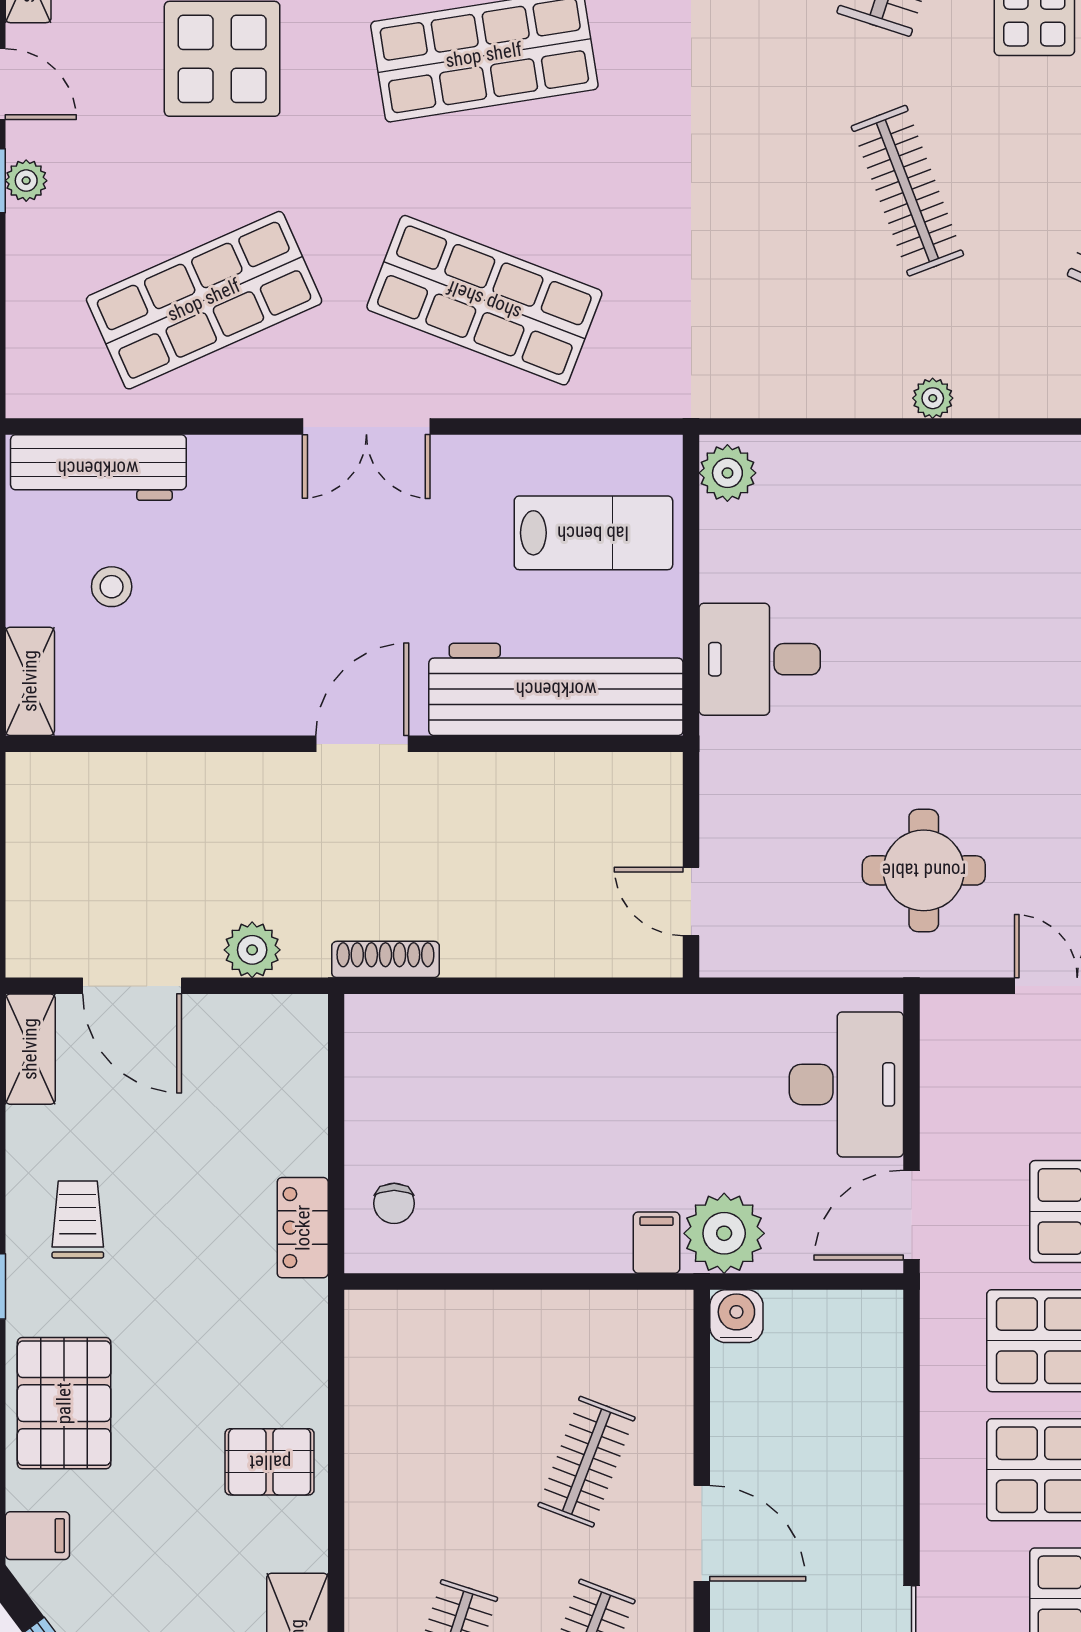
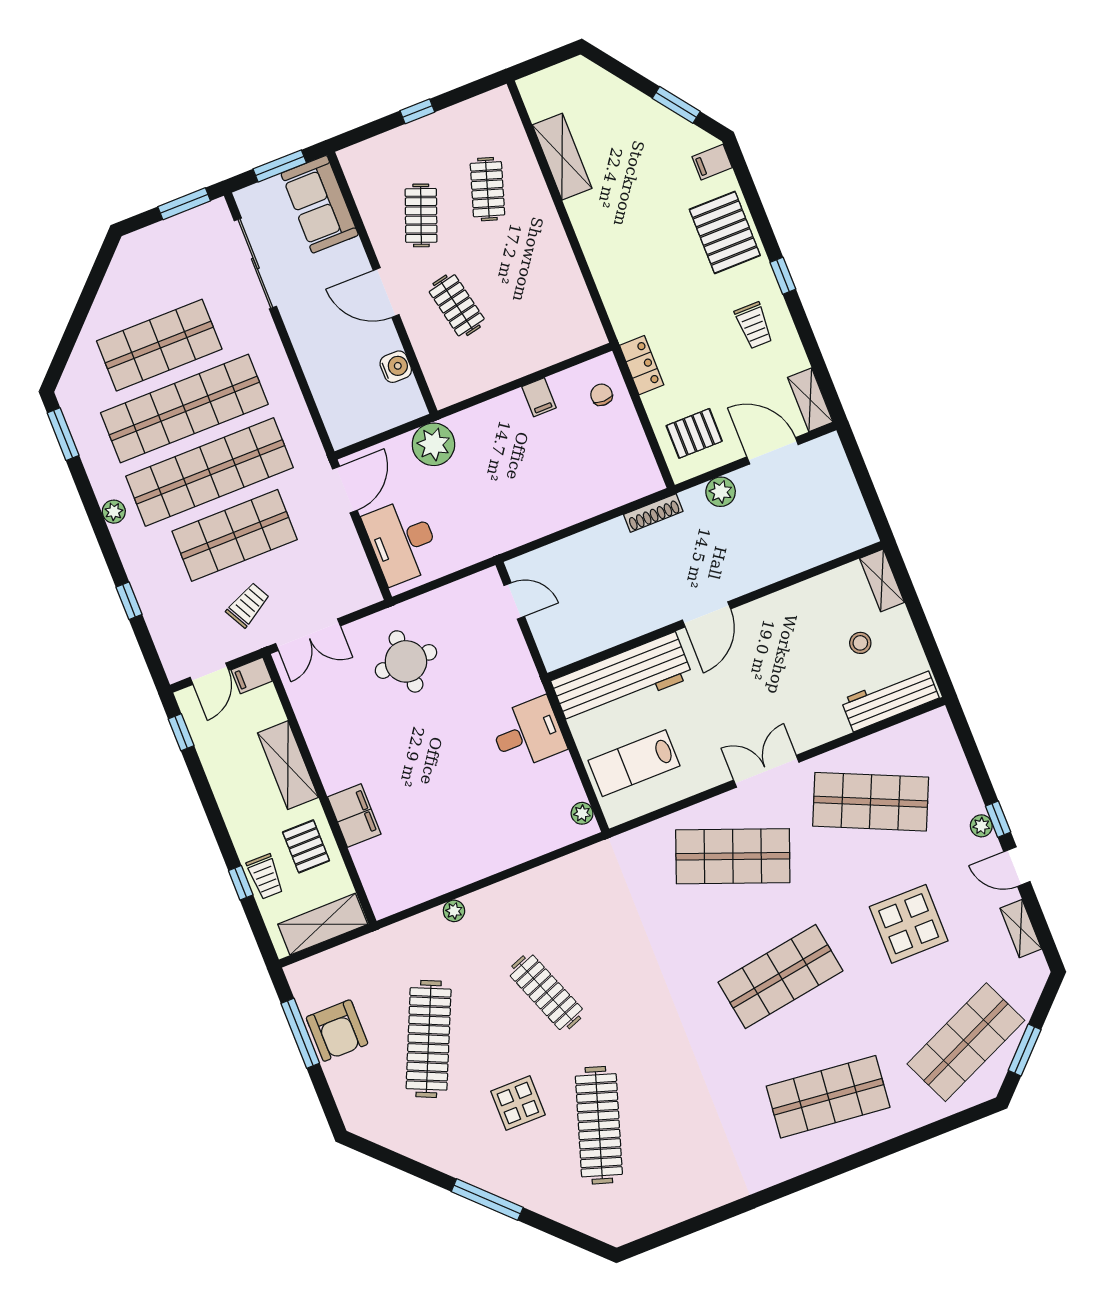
shop shelf: (204, 300) -> (871, 802), turned 48
plant: (933, 398) -> (454, 911), moved
plant: (727, 473) -> (582, 813), width x0.73, depth x0.73
filing cabinet: (657, 1243) -> (539, 397), moved
water cooler: (736, 1316) -> (396, 367), moved, turned -90
pallet: (270, 1462) -> (694, 433), moved
clothes rail: (587, 1462) -> (457, 305), turned -33

